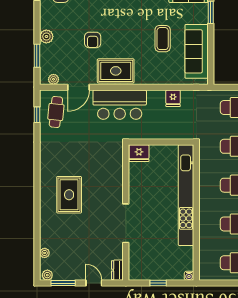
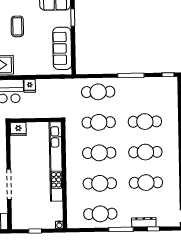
coffee table: (163, 39) -> (17, 26), moved
fridge: (173, 98) -> (30, 86), moved

